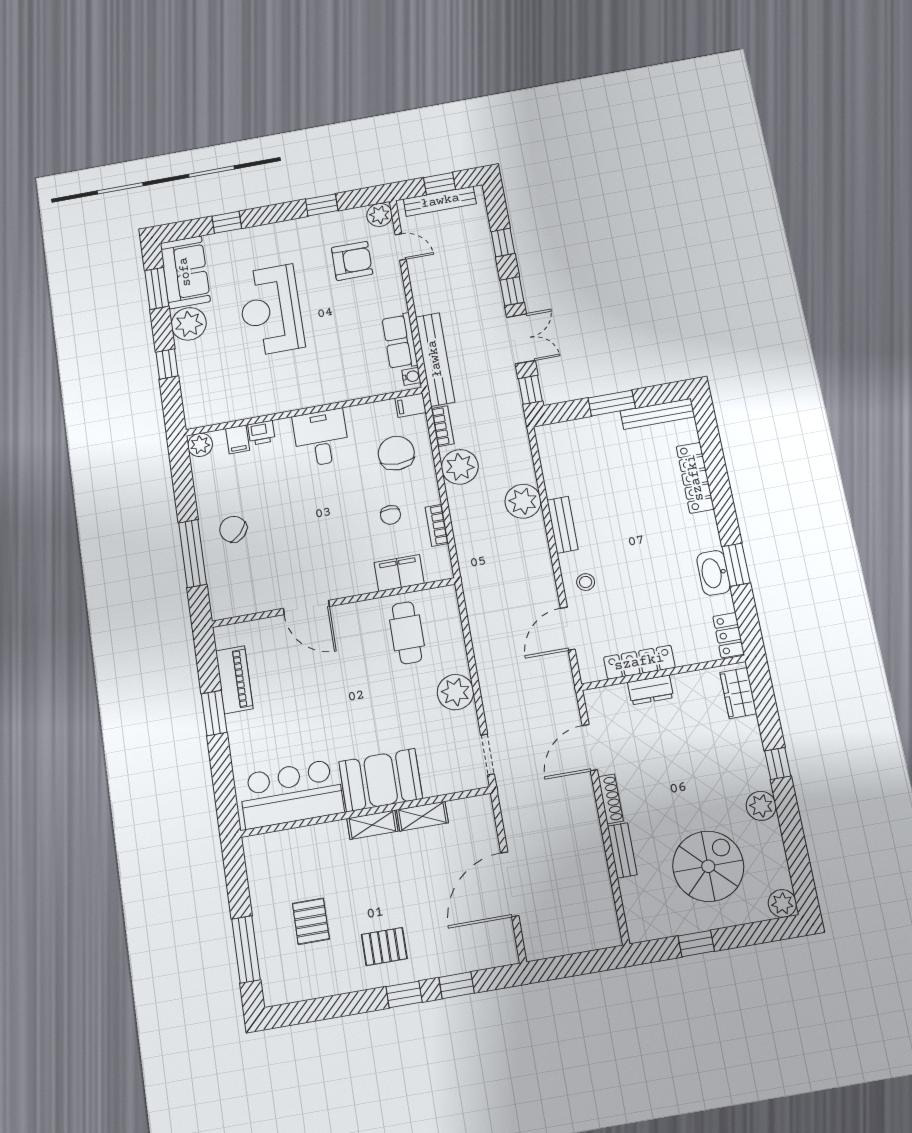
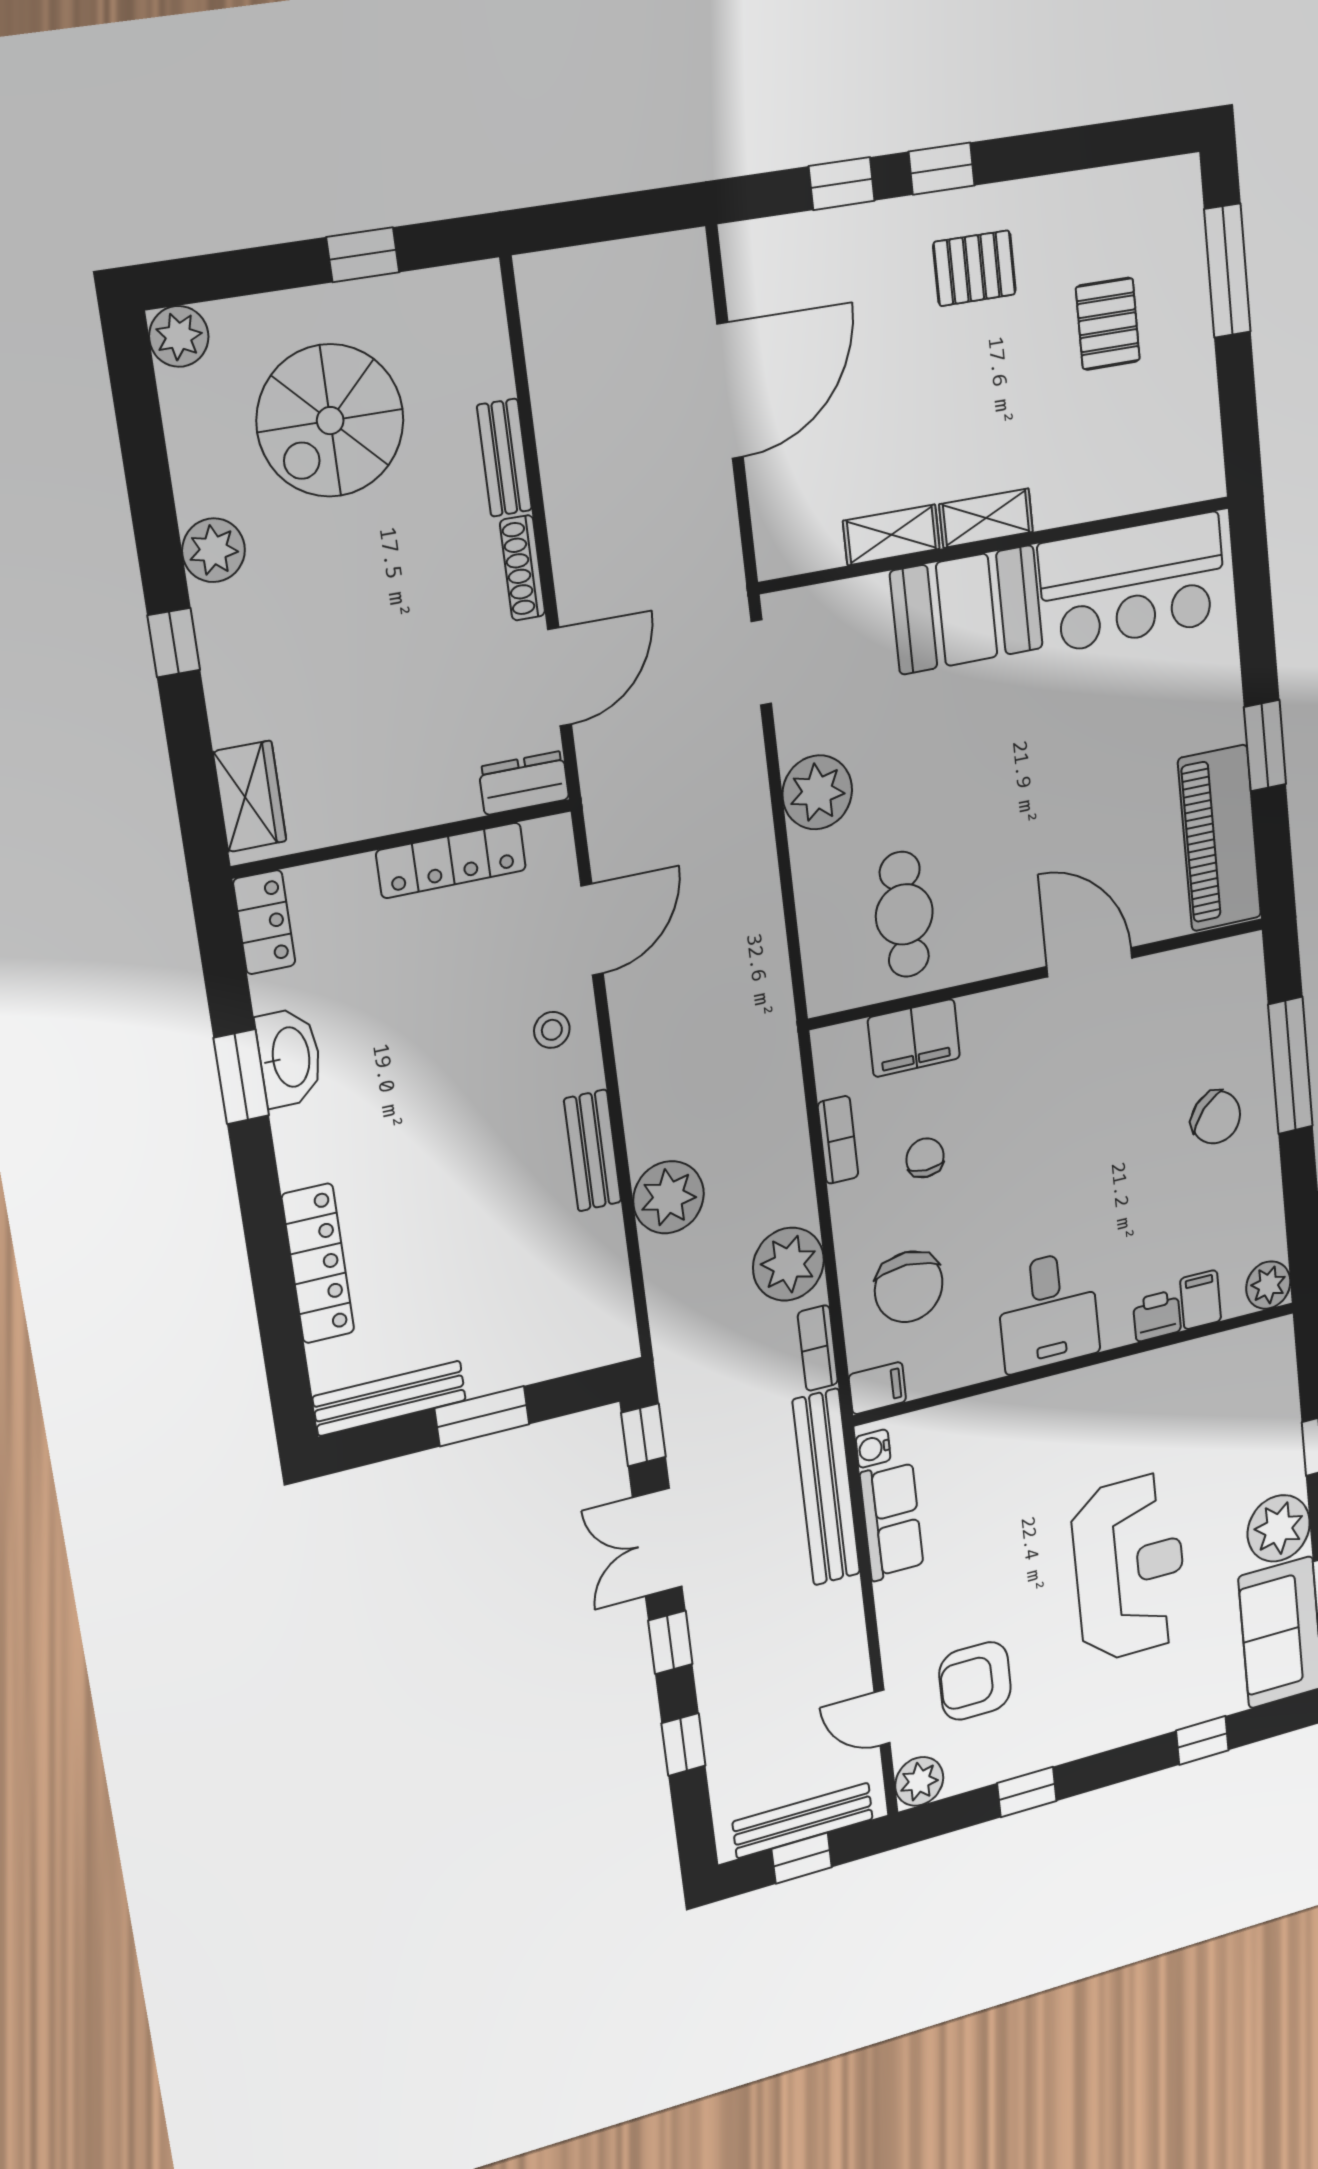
piano: (234, 680) -> (1220, 838), width x1.37, depth x1.33
dresser: (650, 690) -> (524, 783), moved

